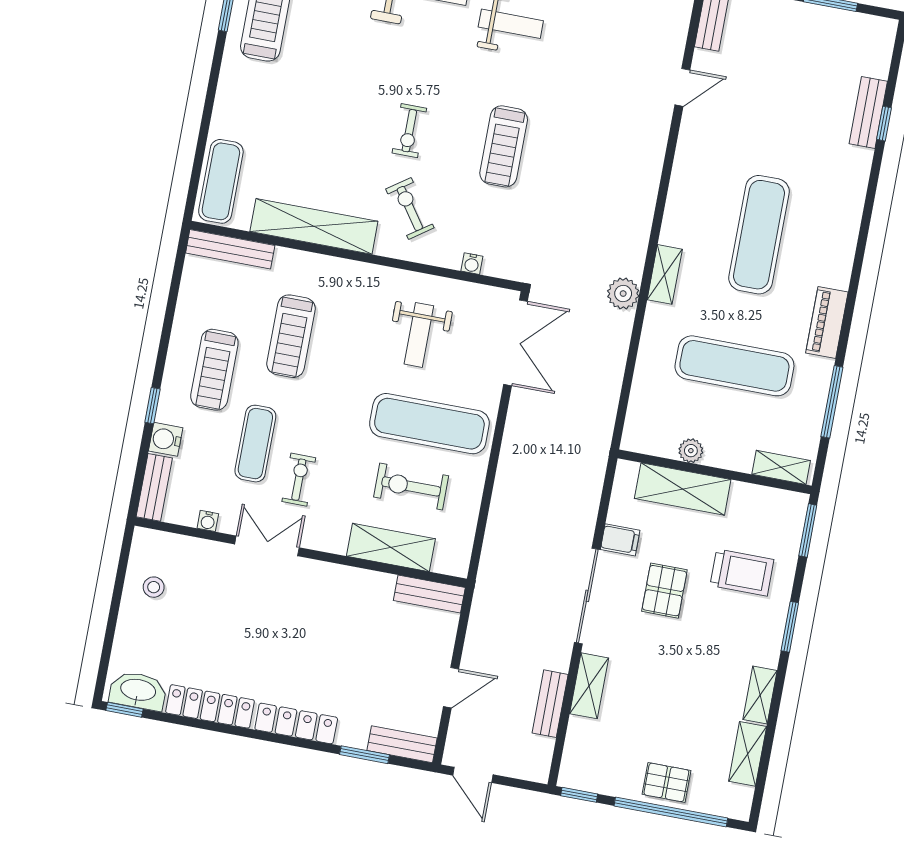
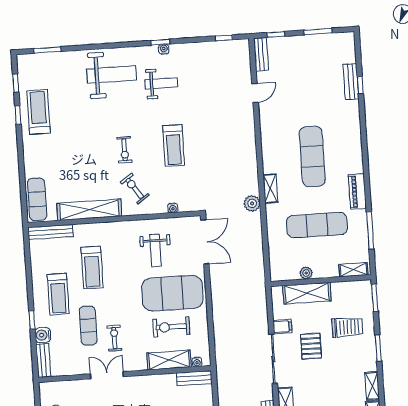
exercise mat: (429, 424) -> (172, 293), width x1.47
water cooler: (208, 521) -> (197, 362), moved

